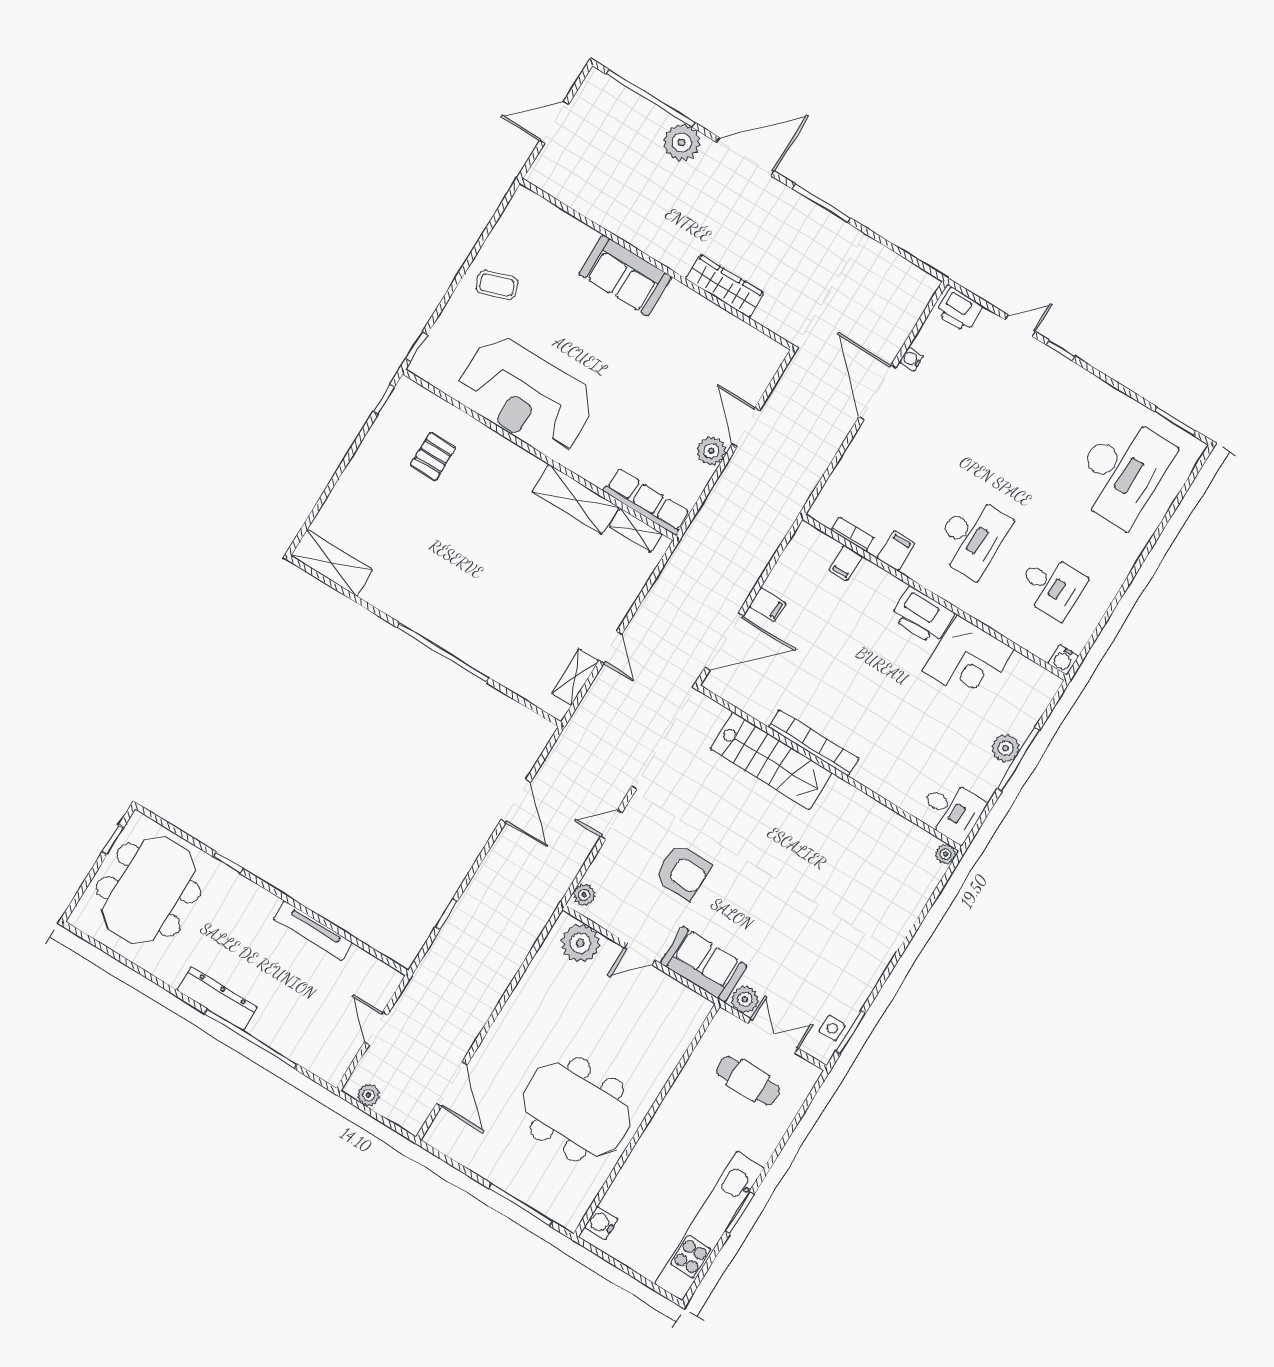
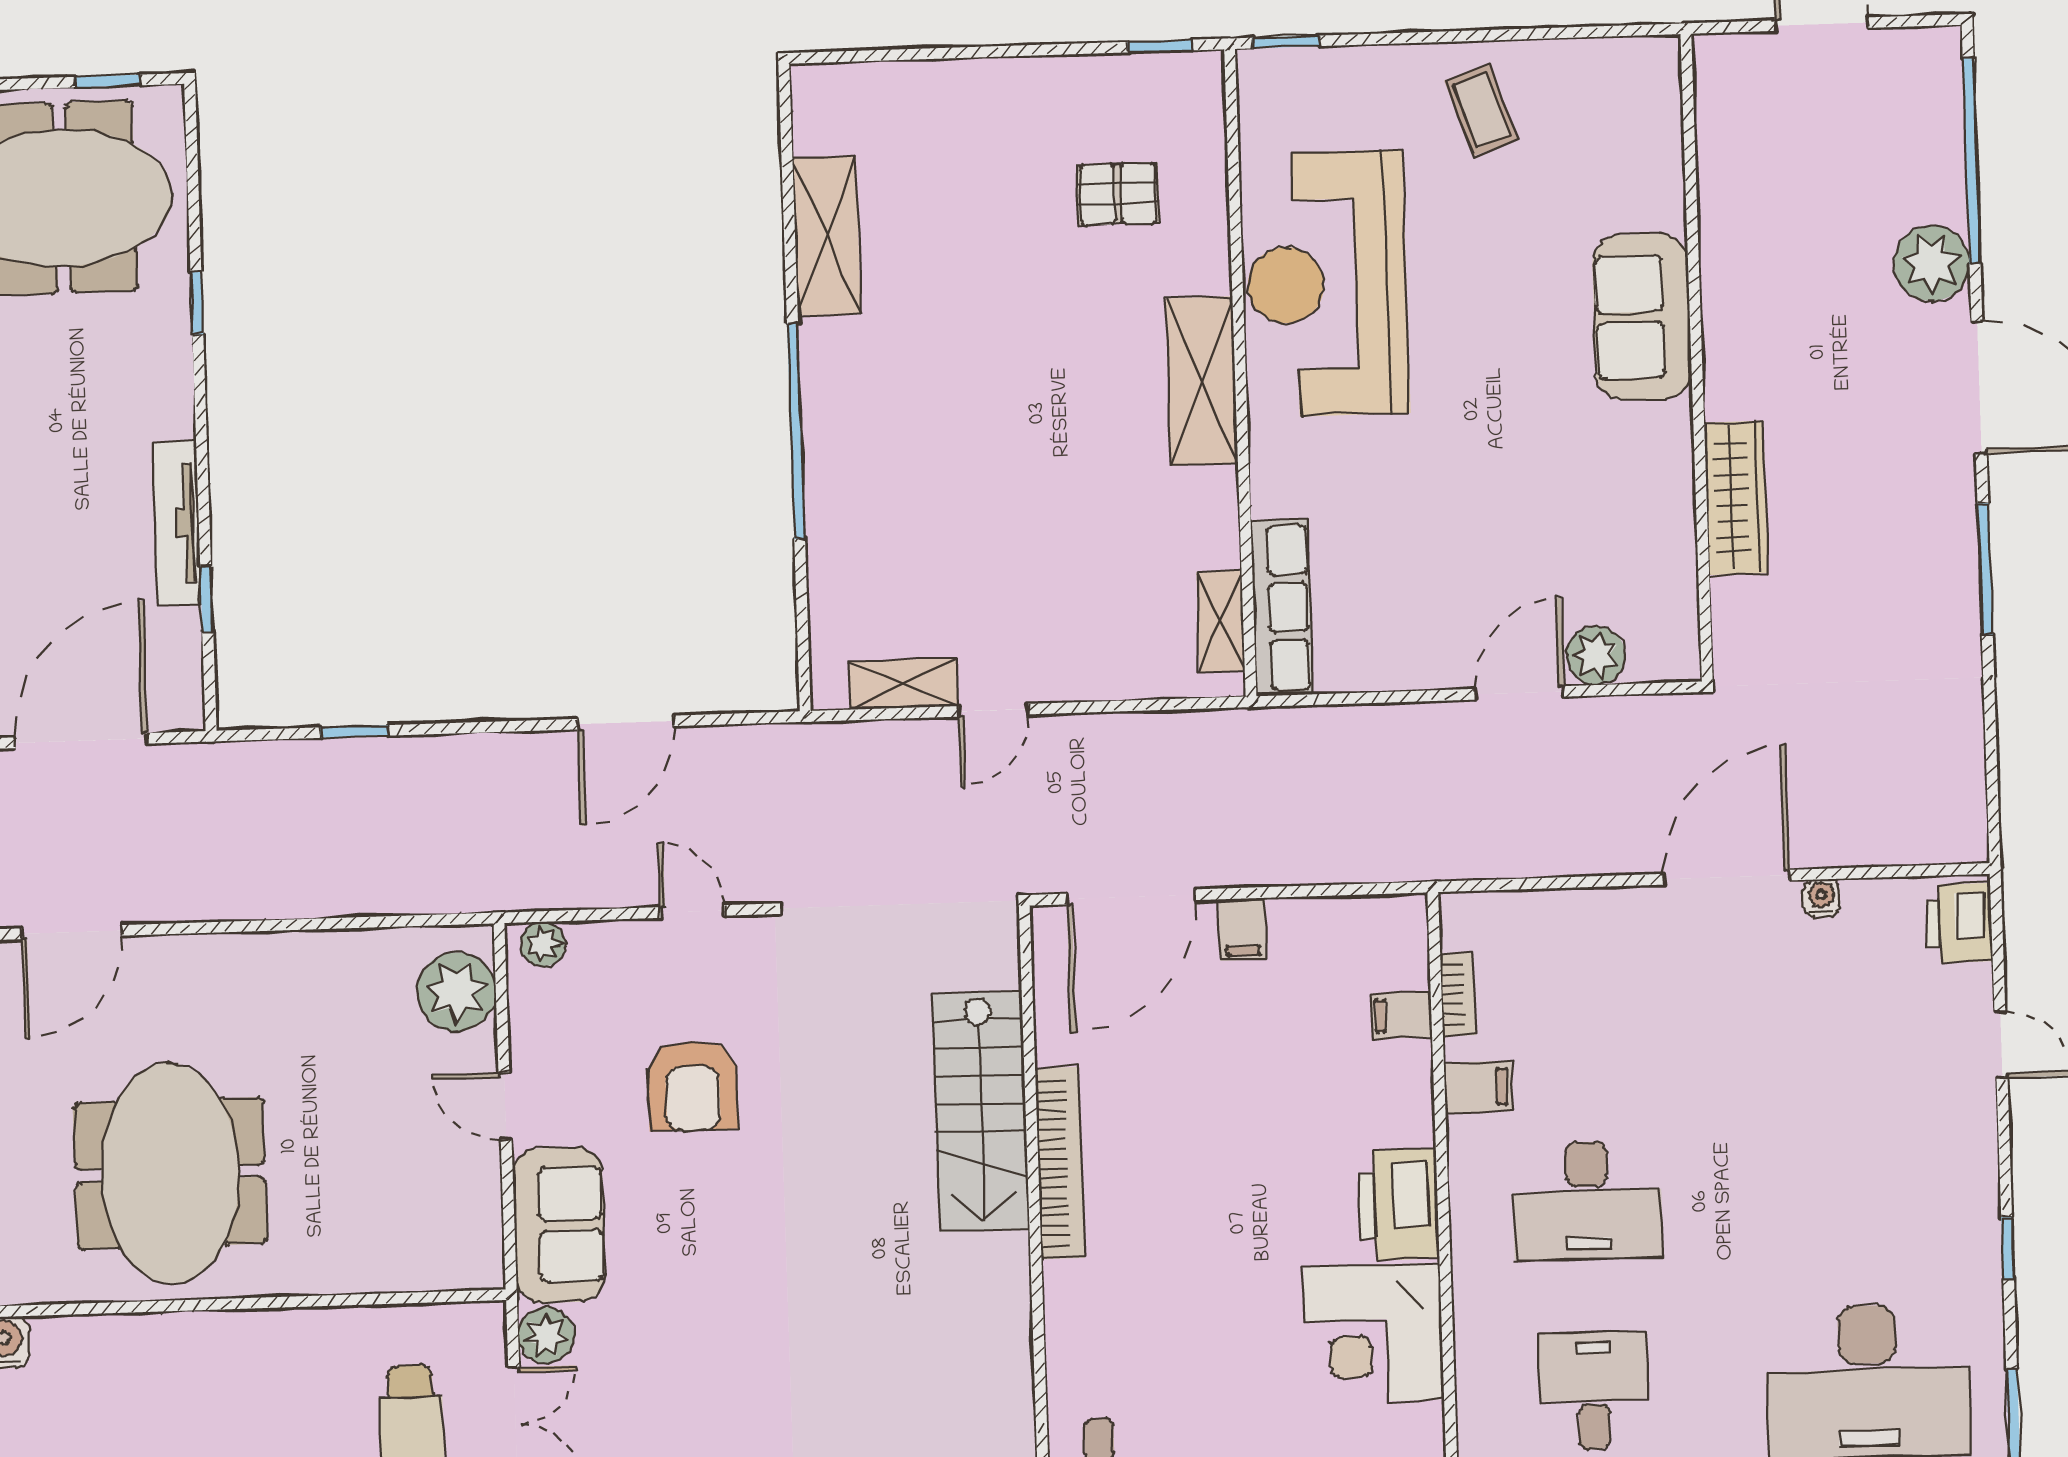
window: (1060, 350) -> (2008, 1248), moved
plant: (711, 451) -> (1596, 656), moved
shelving: (575, 499) -> (1202, 381), moved
shelving: (332, 563) -> (827, 236), moved
desk: (1051, 586) -> (1594, 1391), turned 180
door: (724, 642) -> (1131, 897), hinge flipped
window: (352, 939) -> (207, 599), added
door: (376, 1029) -> (81, 741), width x1.88

